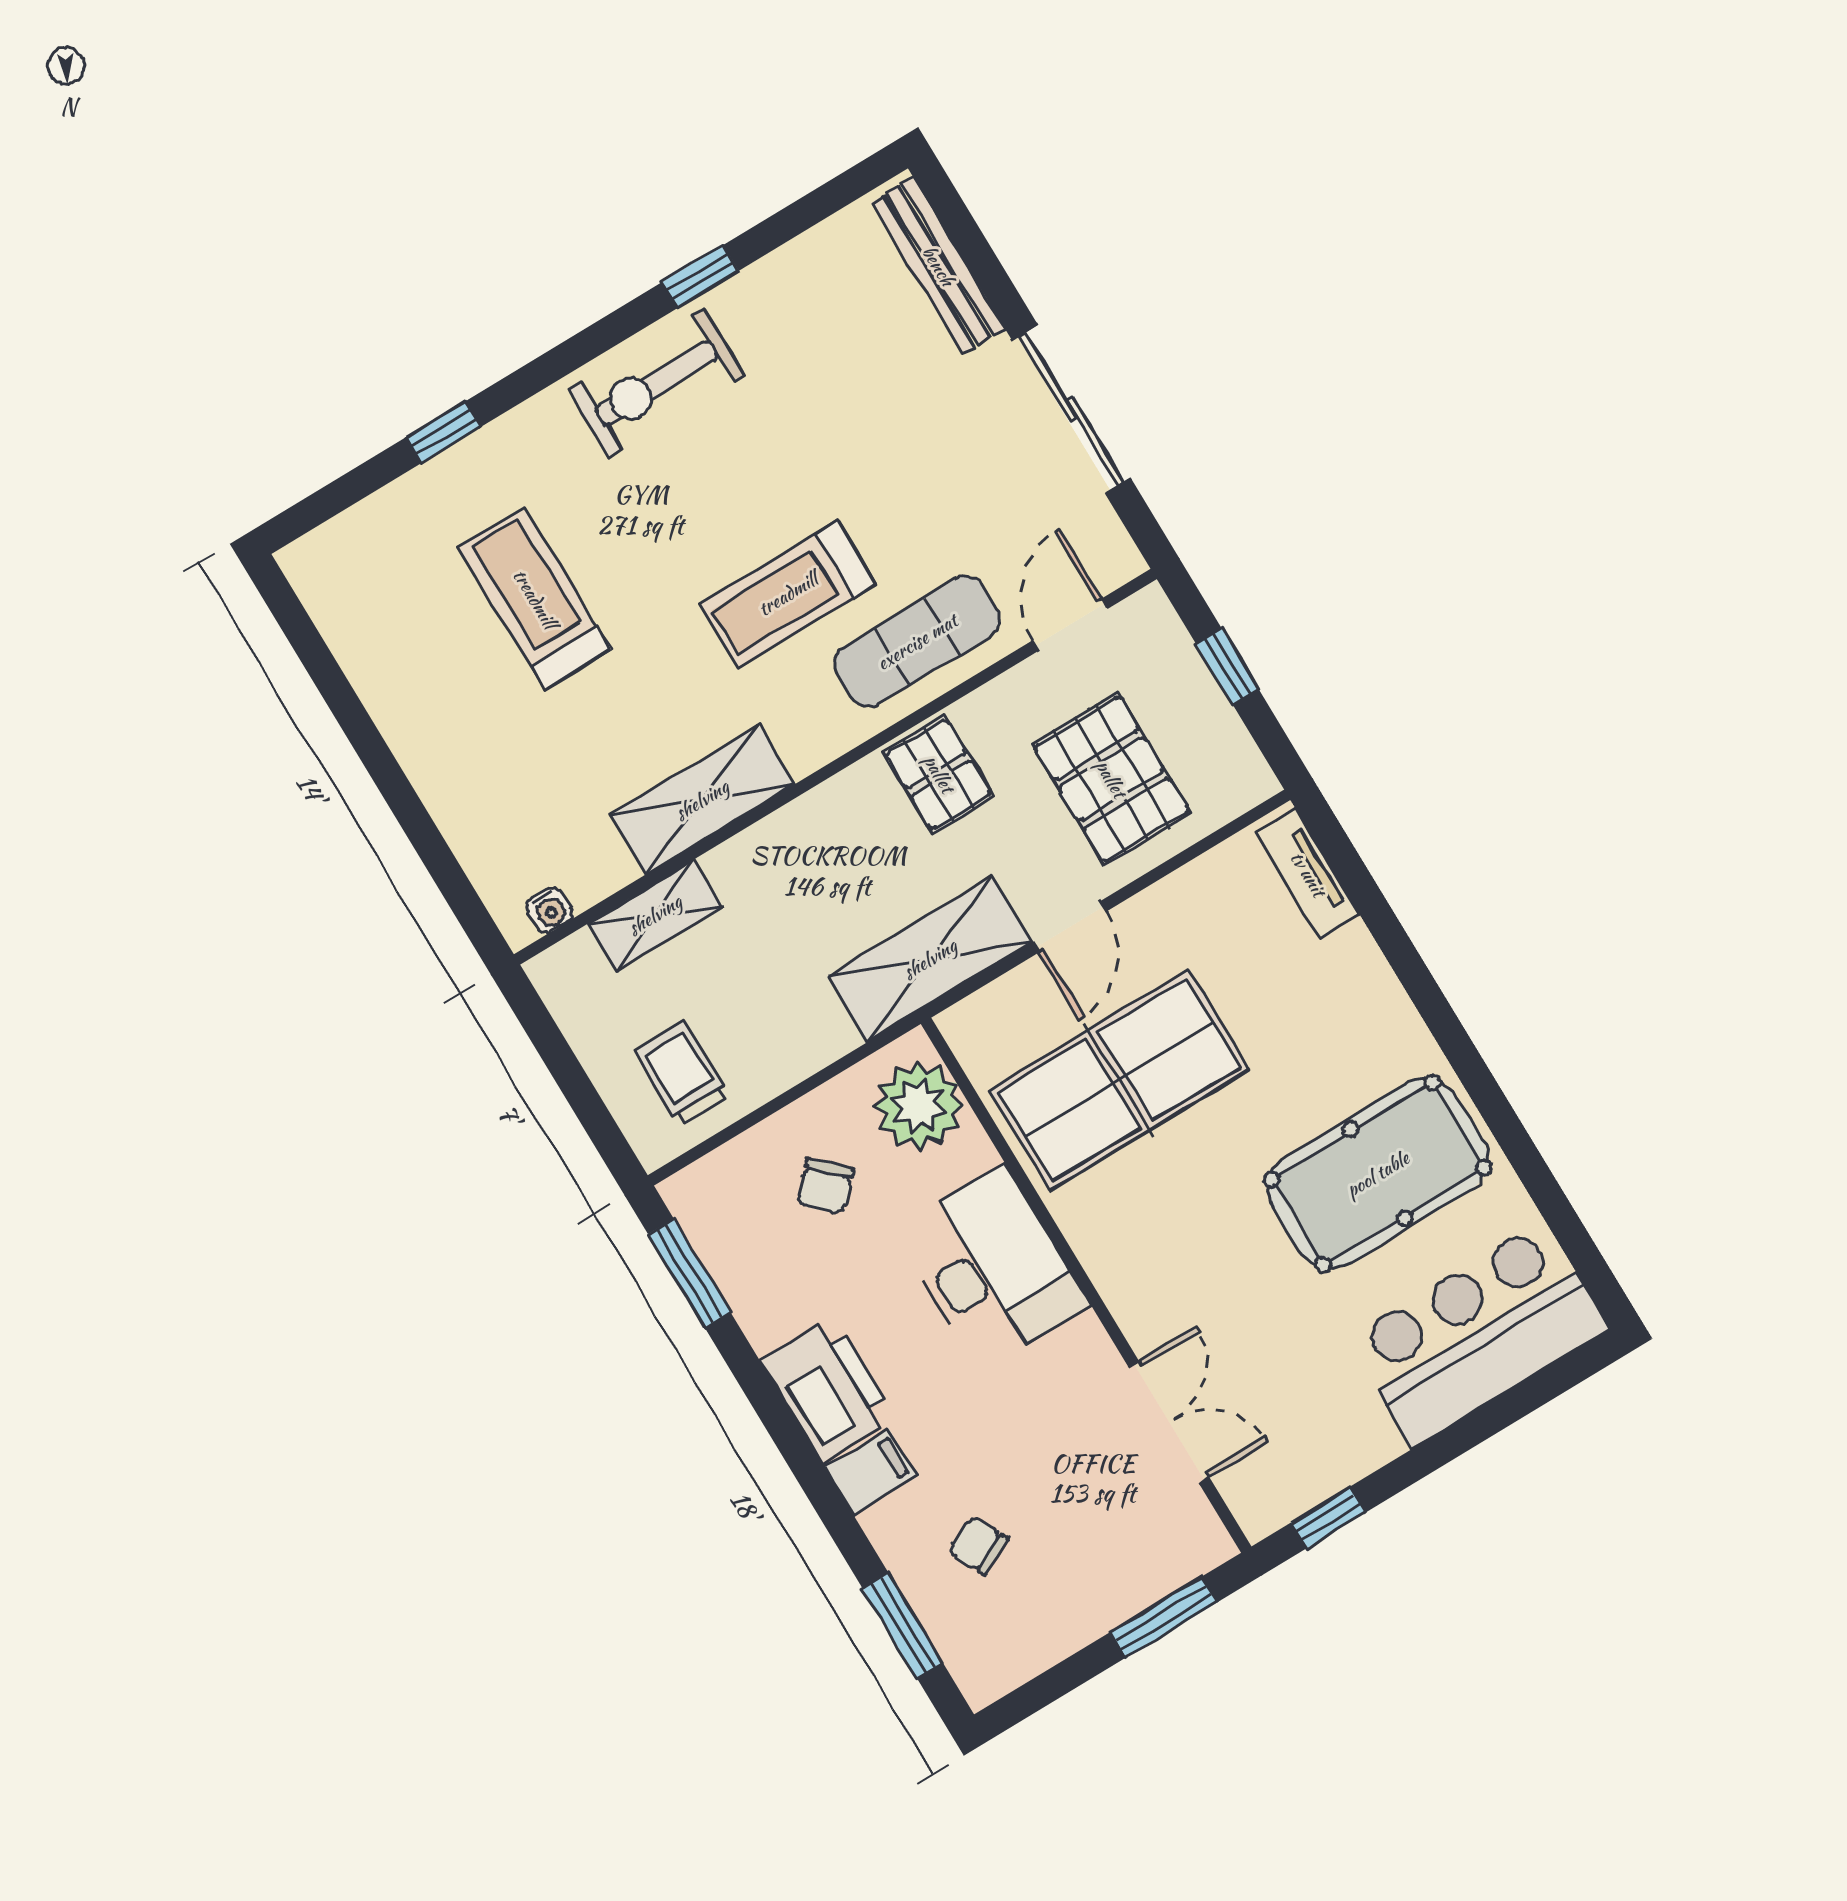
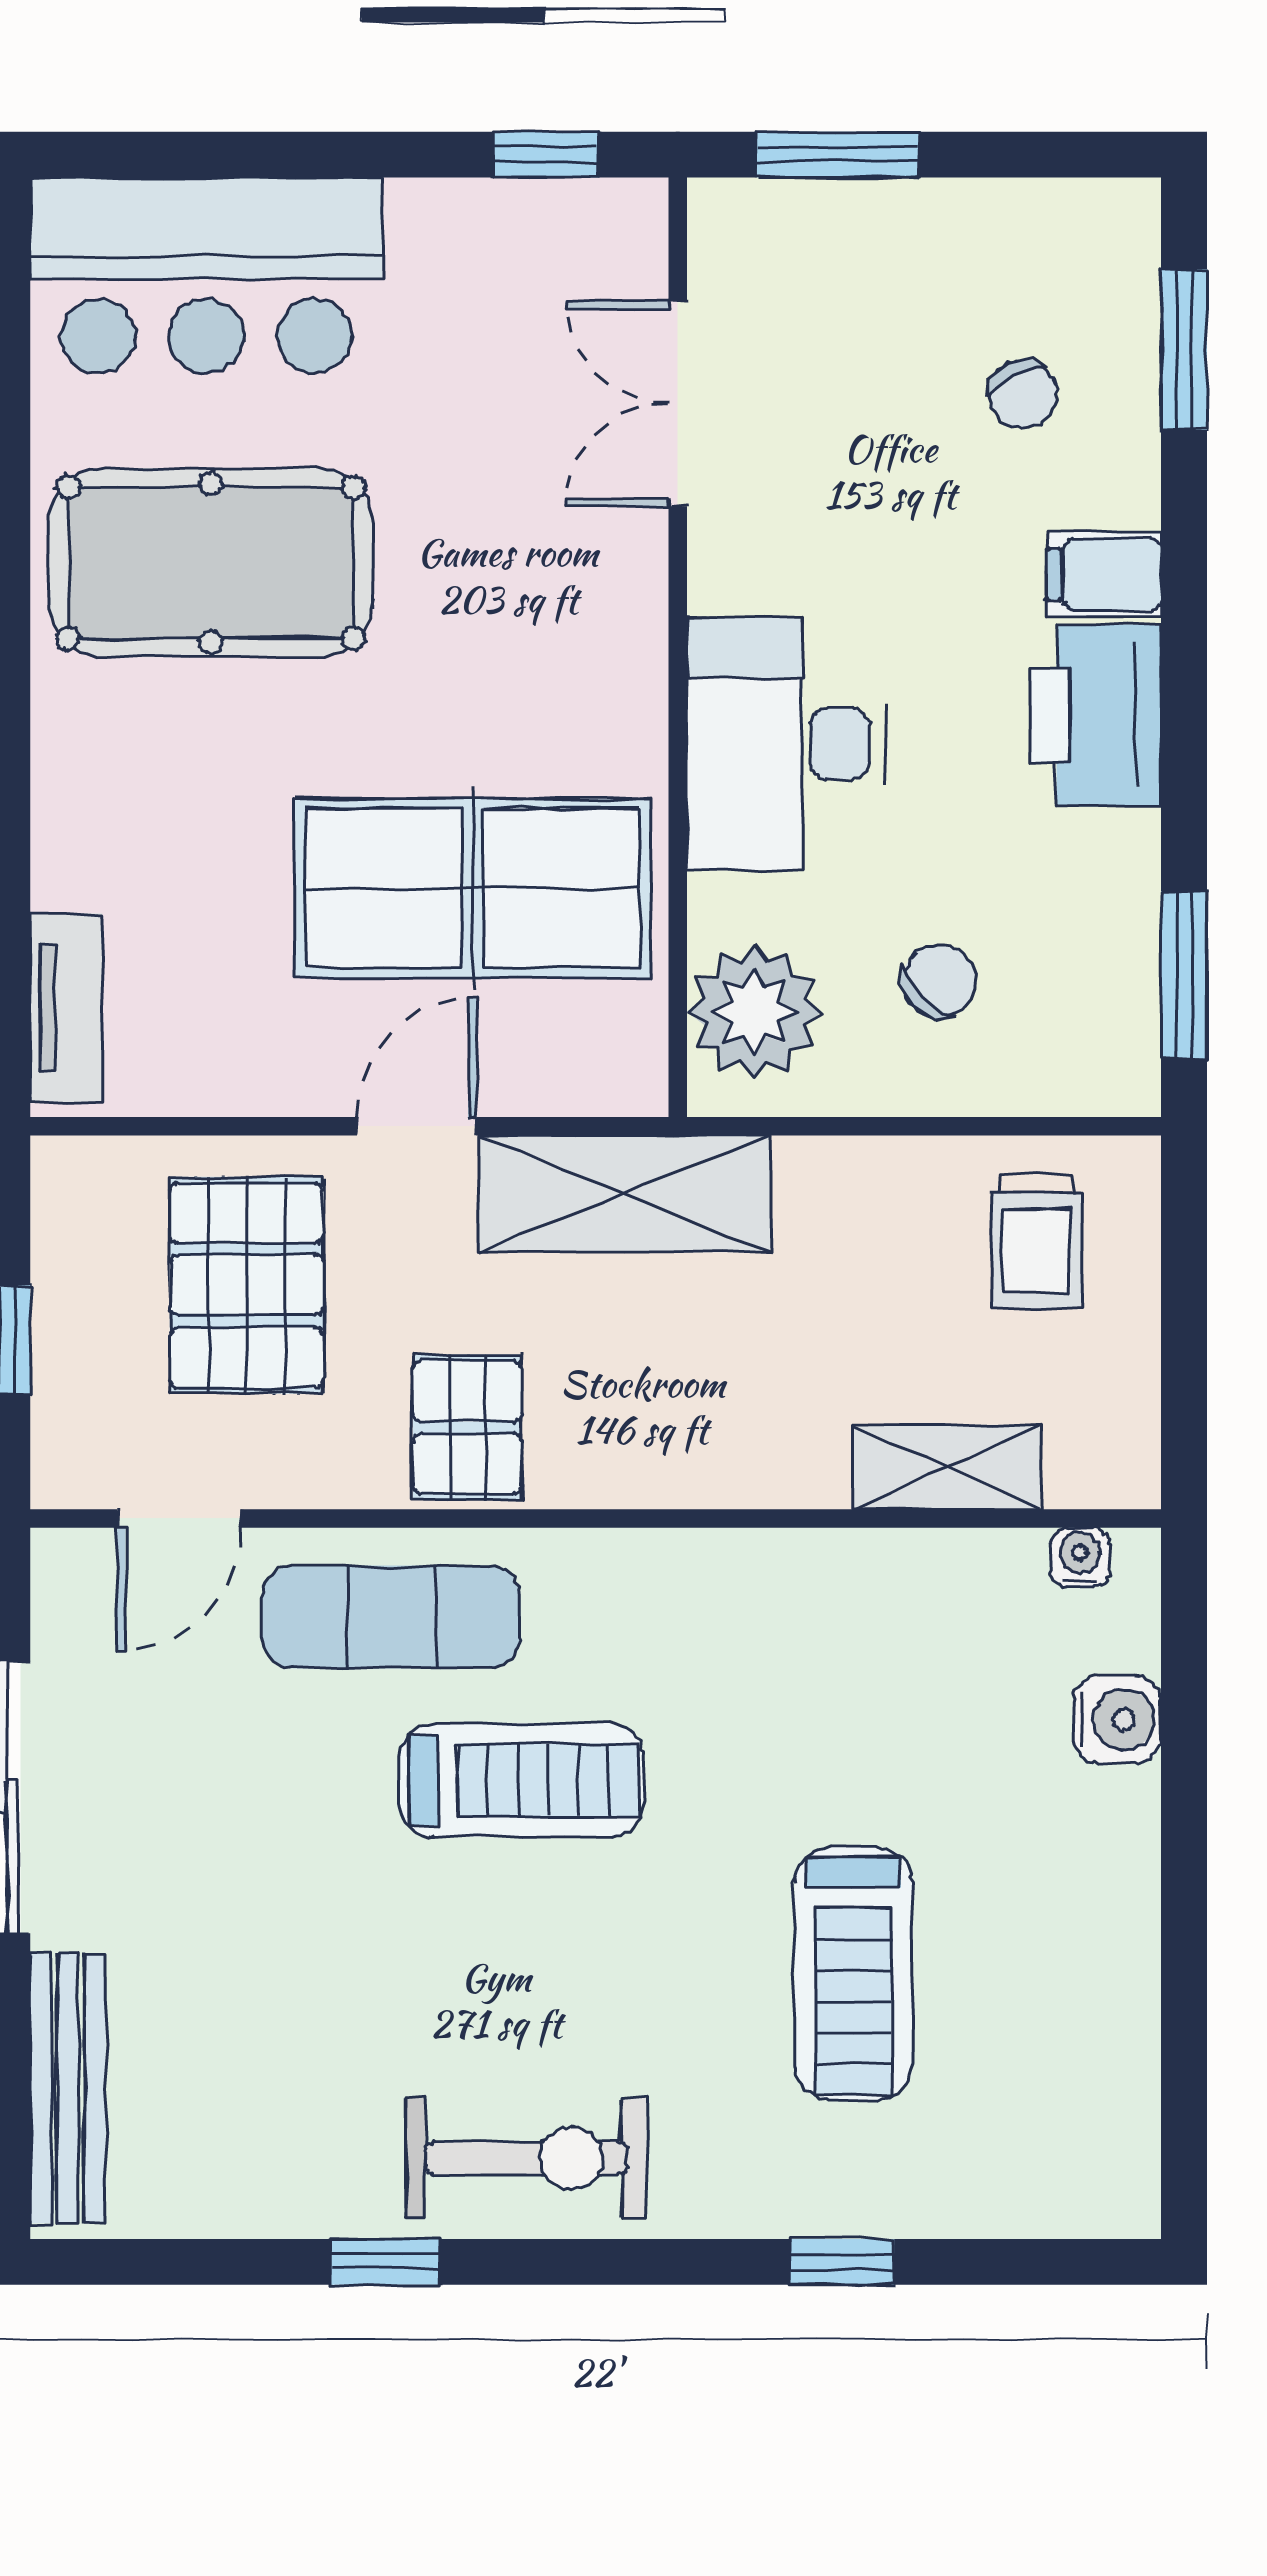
shelving: (702, 800) -> (794, 1580), removed
water cooler: (473, 831) -> (1117, 1720), added

